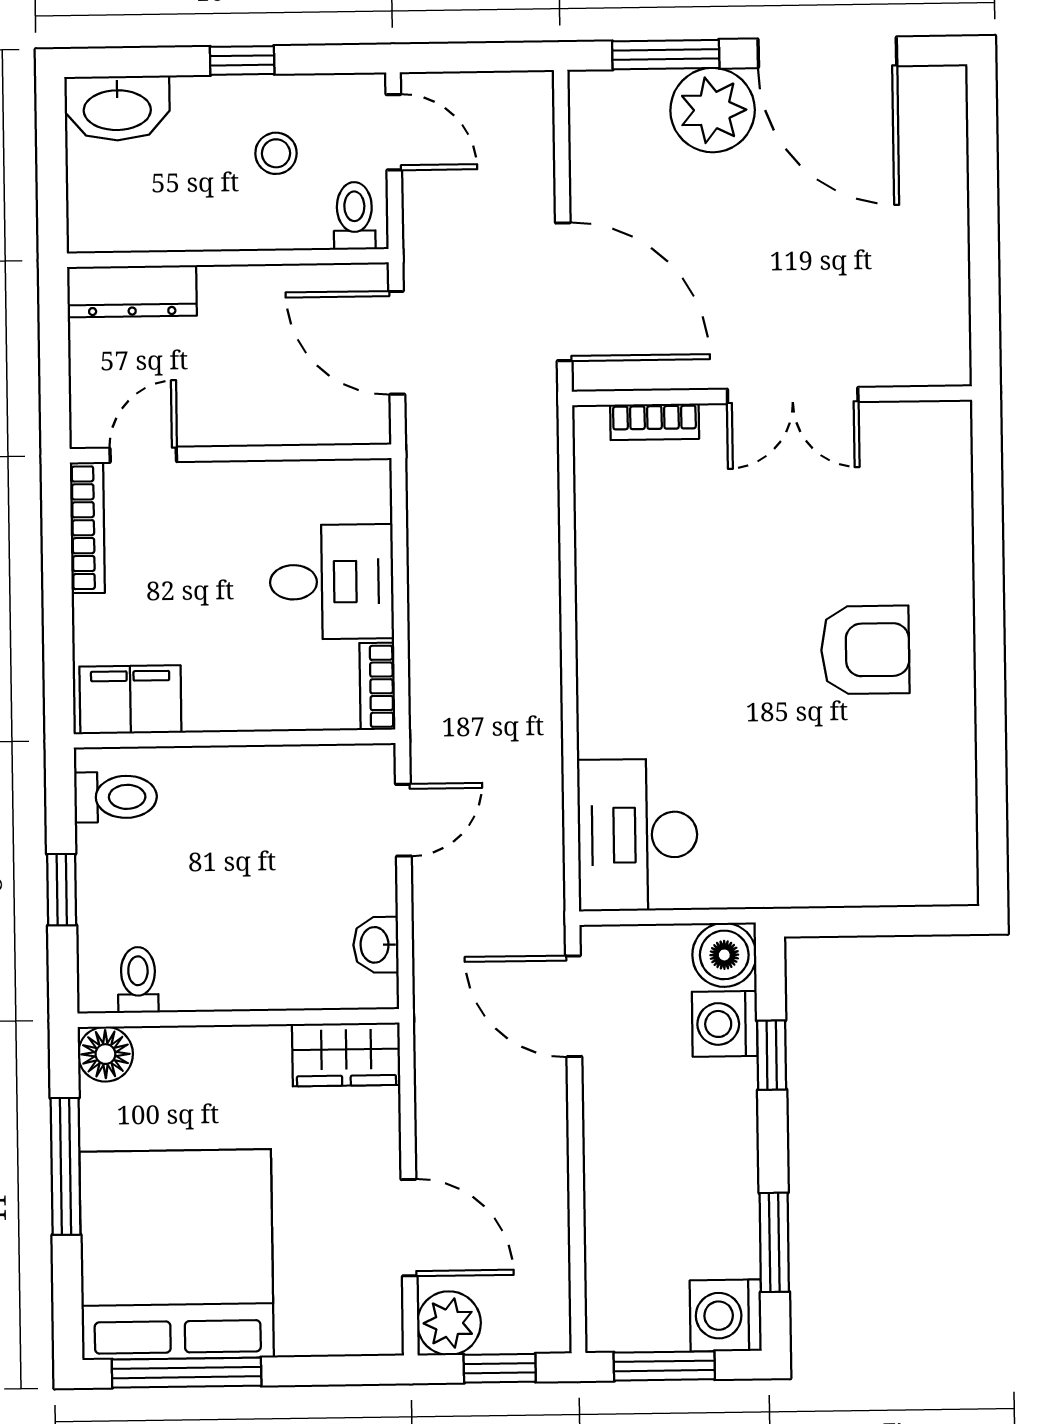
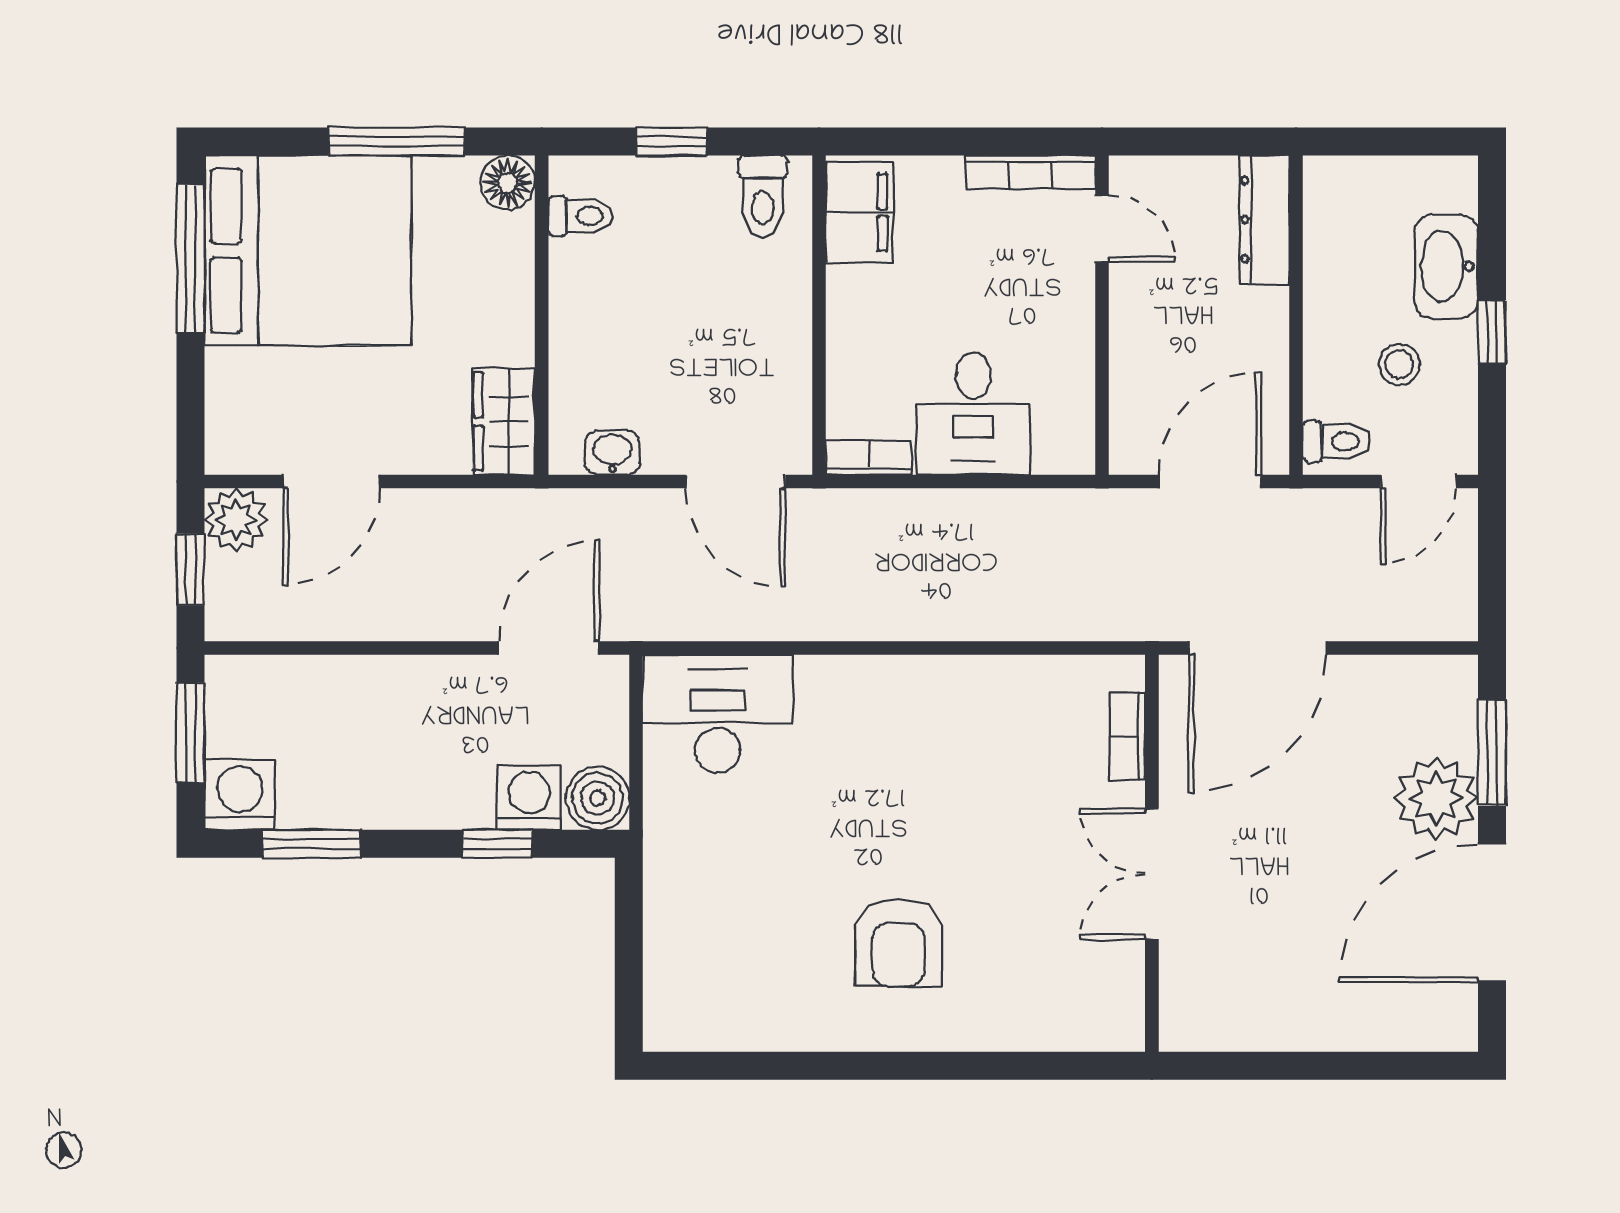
washbasin: (117, 108) -> (1446, 266), moved
door: (403, 820) -> (736, 482), width x1.38

